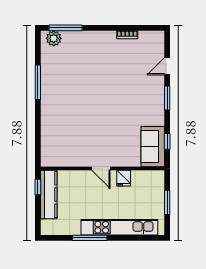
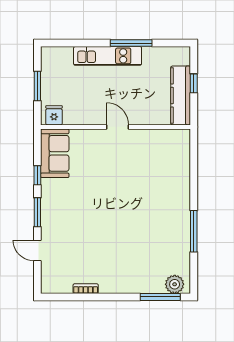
door: (167, 66) -> (37, 250), swing flipped
window: (167, 141) -> (37, 175), moved
fridge: (124, 178) -> (54, 115), moved
window: (38, 187) -> (194, 83), moved
kitchen unit: (119, 227) -> (108, 56), width x0.73

